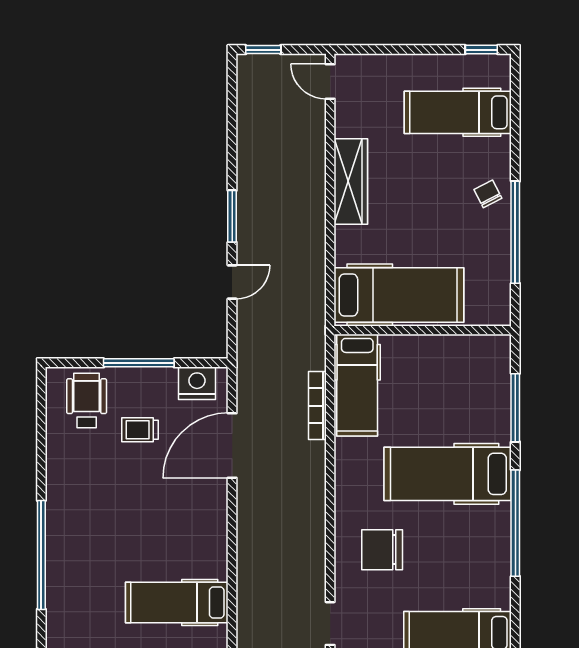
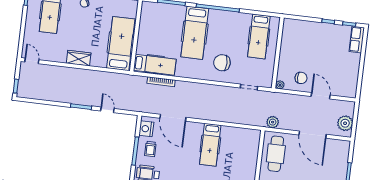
door: (330, 81) -> (32, 61), swing flipped
wardrobe: (351, 182) -> (79, 58), width x0.67
trolley: (140, 430) -> (150, 149), moved
chair: (382, 550) -> (222, 63), turned 90
hospital bed: (177, 602) -> (210, 145), moved

